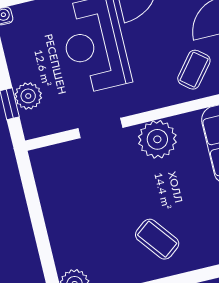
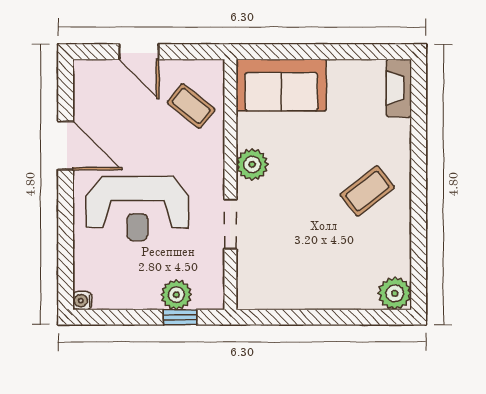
plant: (157, 139) -> (252, 164), width x0.73, depth x0.73

